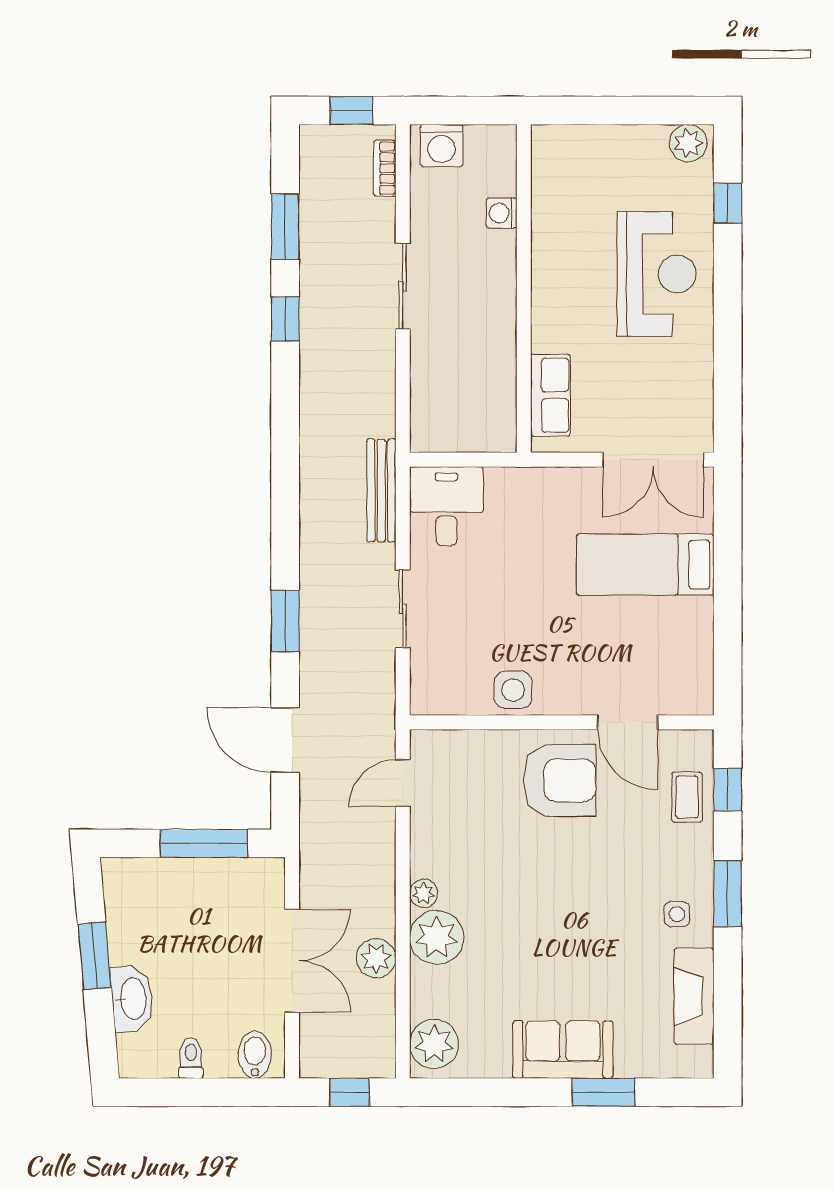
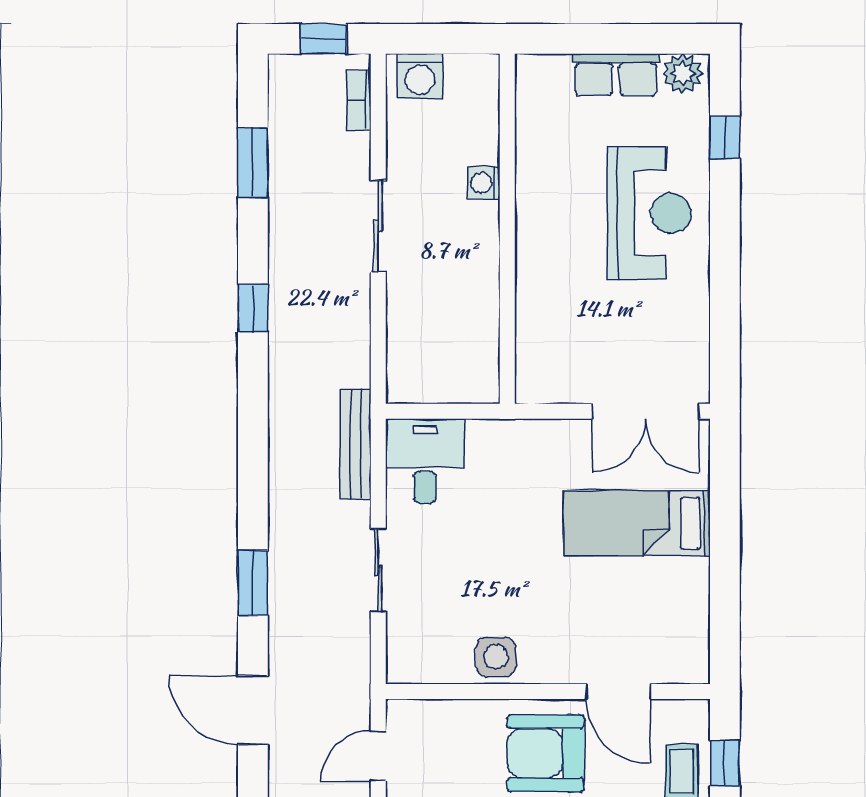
washing machine: (502, 213) -> (484, 183), moved
window: (285, 319) -> (253, 308), moved
row of seats: (550, 395) -> (616, 75), moved, turned 90
armchair: (560, 780) -> (546, 753), turned 180

